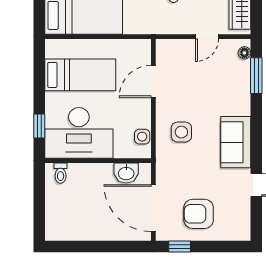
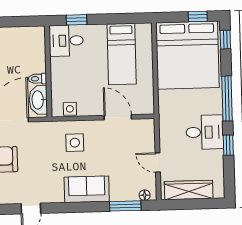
desk: (79, 133) -> (66, 41), width x0.53, depth x0.77
sofa: (236, 142) -> (87, 189), moved
toilet: (61, 173) -> (37, 79), moved
washbasin: (126, 173) -> (38, 100), width x1.38

